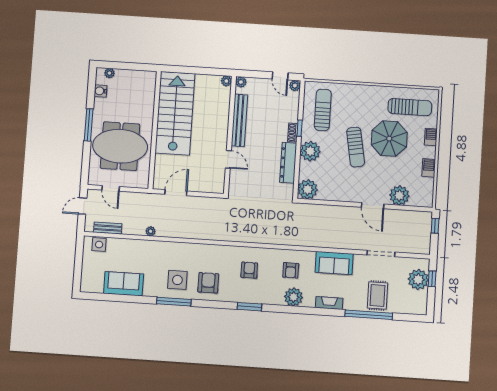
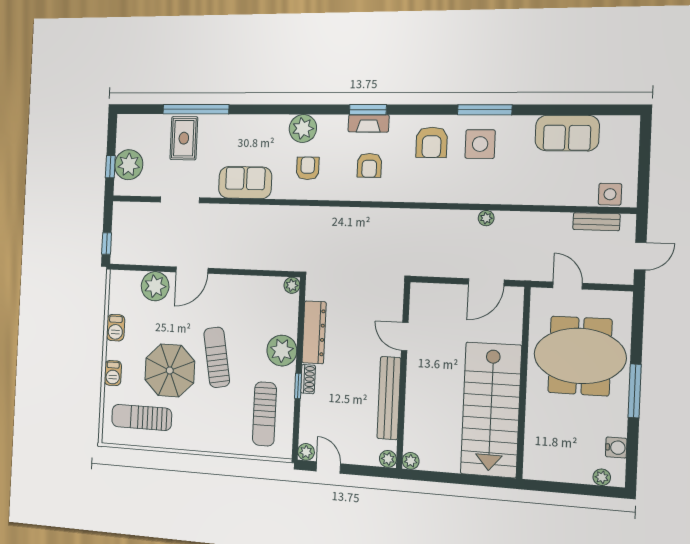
door: (111, 188) -> (568, 285), moved
plant: (308, 189) -> (292, 285), width x0.53, depth x0.53
door: (373, 206) -> (192, 270), swing flipped
plant: (151, 231) -> (486, 218), moved
fireplace: (329, 303) -> (369, 123), moved

